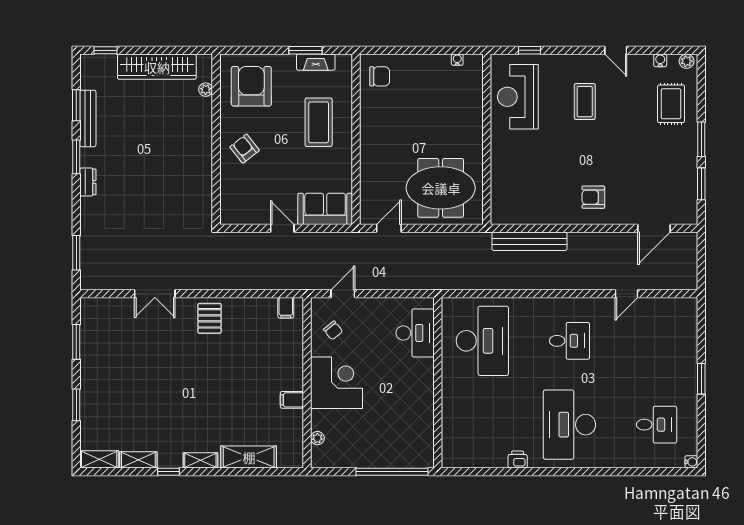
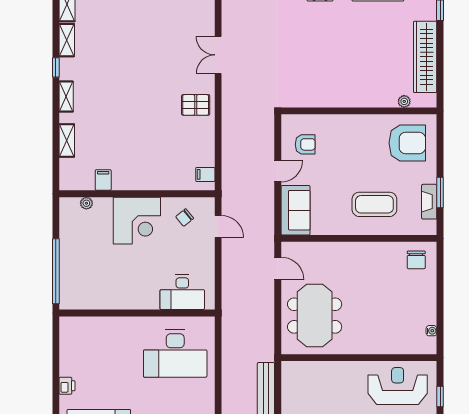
armchair: (245, 149) -> (305, 144), moved, turned 38
filing cabinet: (292, 400) -> (103, 180), moved
shelving: (249, 457) -> (67, 141), width x0.67, depth x0.75

